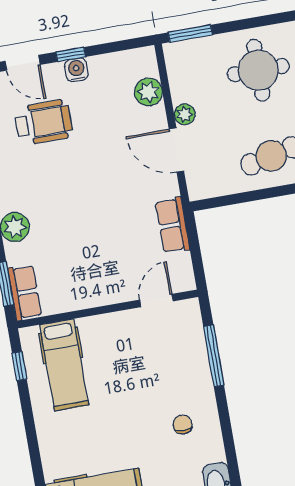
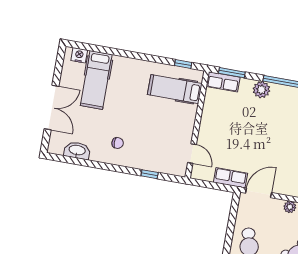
door: (176, 150) -> (259, 193), moved
window: (214, 356) -> (150, 174), width x0.46

